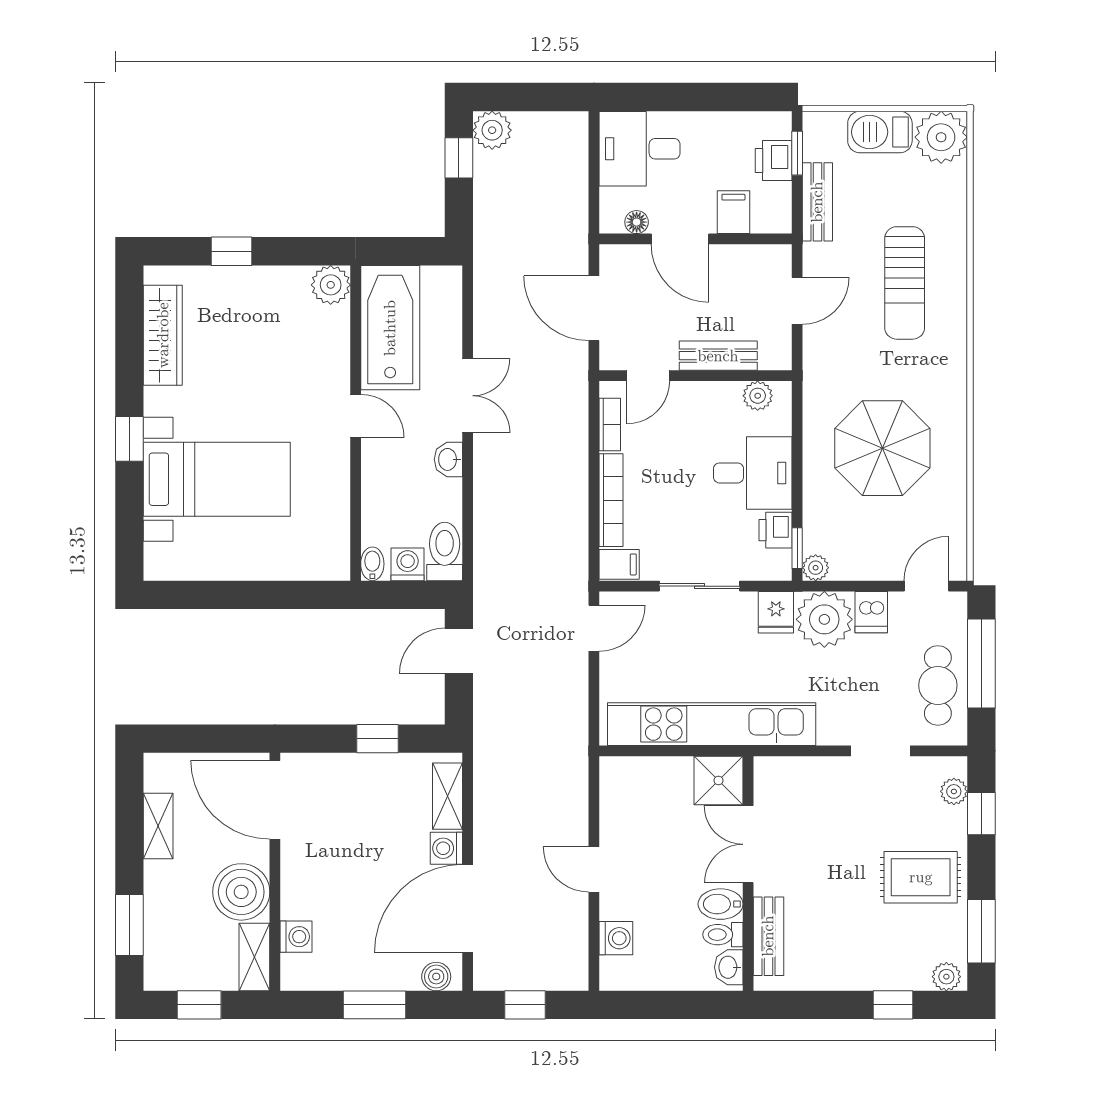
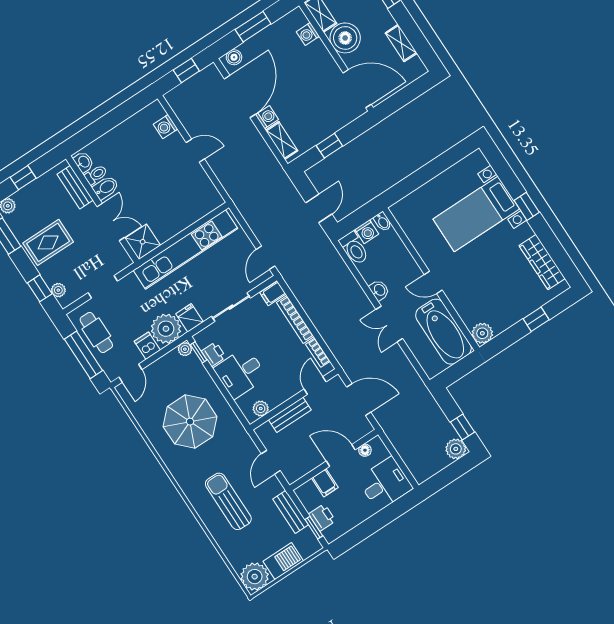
shower: (718, 780) -> (143, 242), moved
double door: (748, 844) -> (111, 222), moved
wall: (748, 873) -> (102, 209), moved
bidet: (721, 904) -> (106, 188), moved
toilet: (723, 935) -> (96, 175), moved
bench: (768, 936) -> (75, 187), moved
washbasin: (729, 967) -> (84, 162), moved

